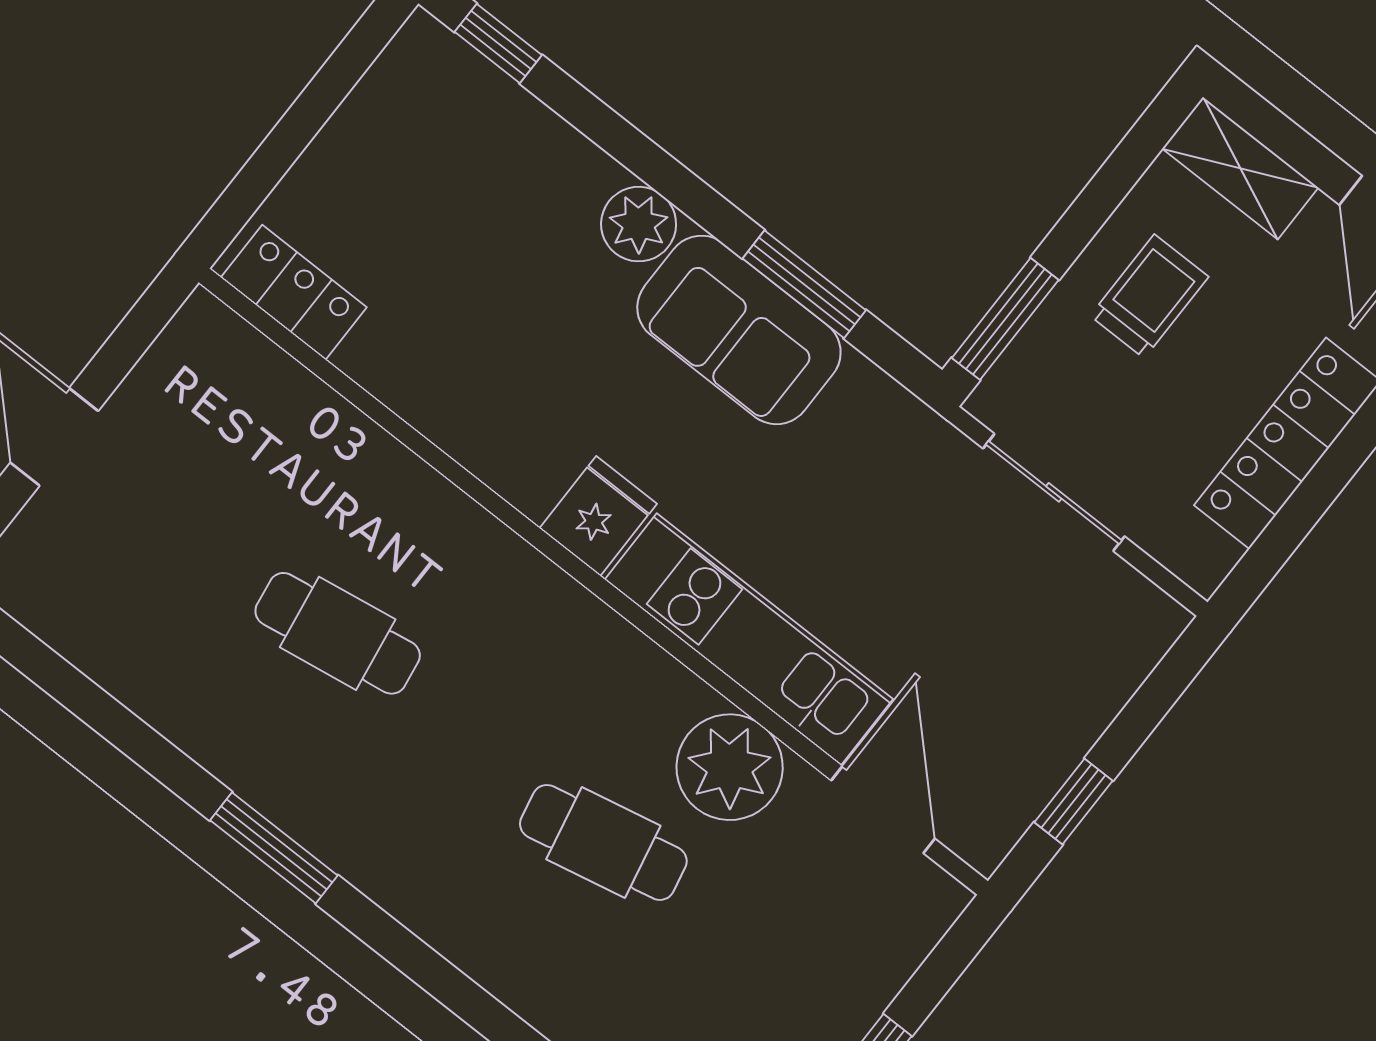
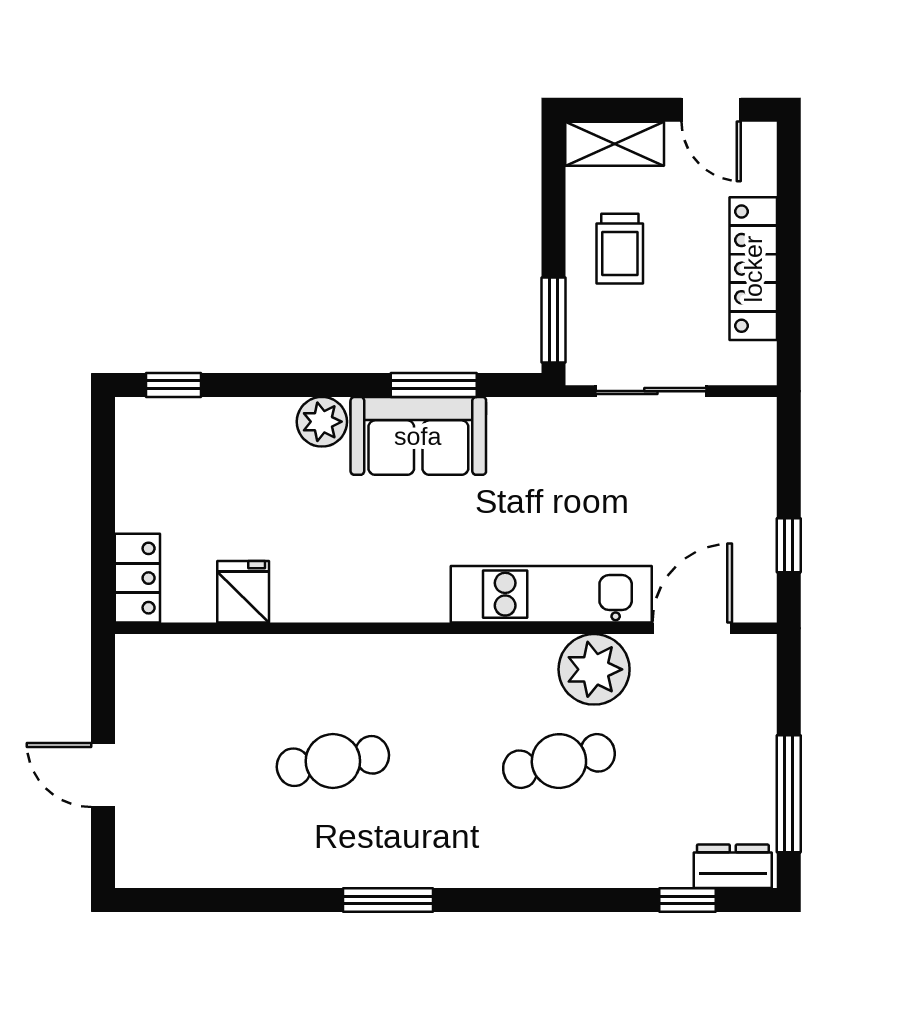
locker: (294, 292) -> (137, 578), moved, turned 90
trolley: (1149, 296) -> (620, 249), turned 180
fridge: (598, 516) -> (243, 592), moved
door: (883, 810) -> (692, 628), hinge flipped

